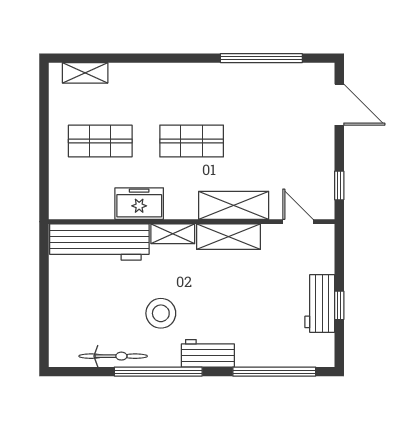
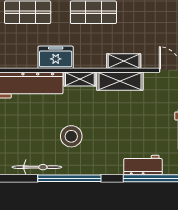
shelving: (234, 205) -> (124, 61), width x0.67, depth x0.75
workbench: (208, 353) -> (143, 165), moved

